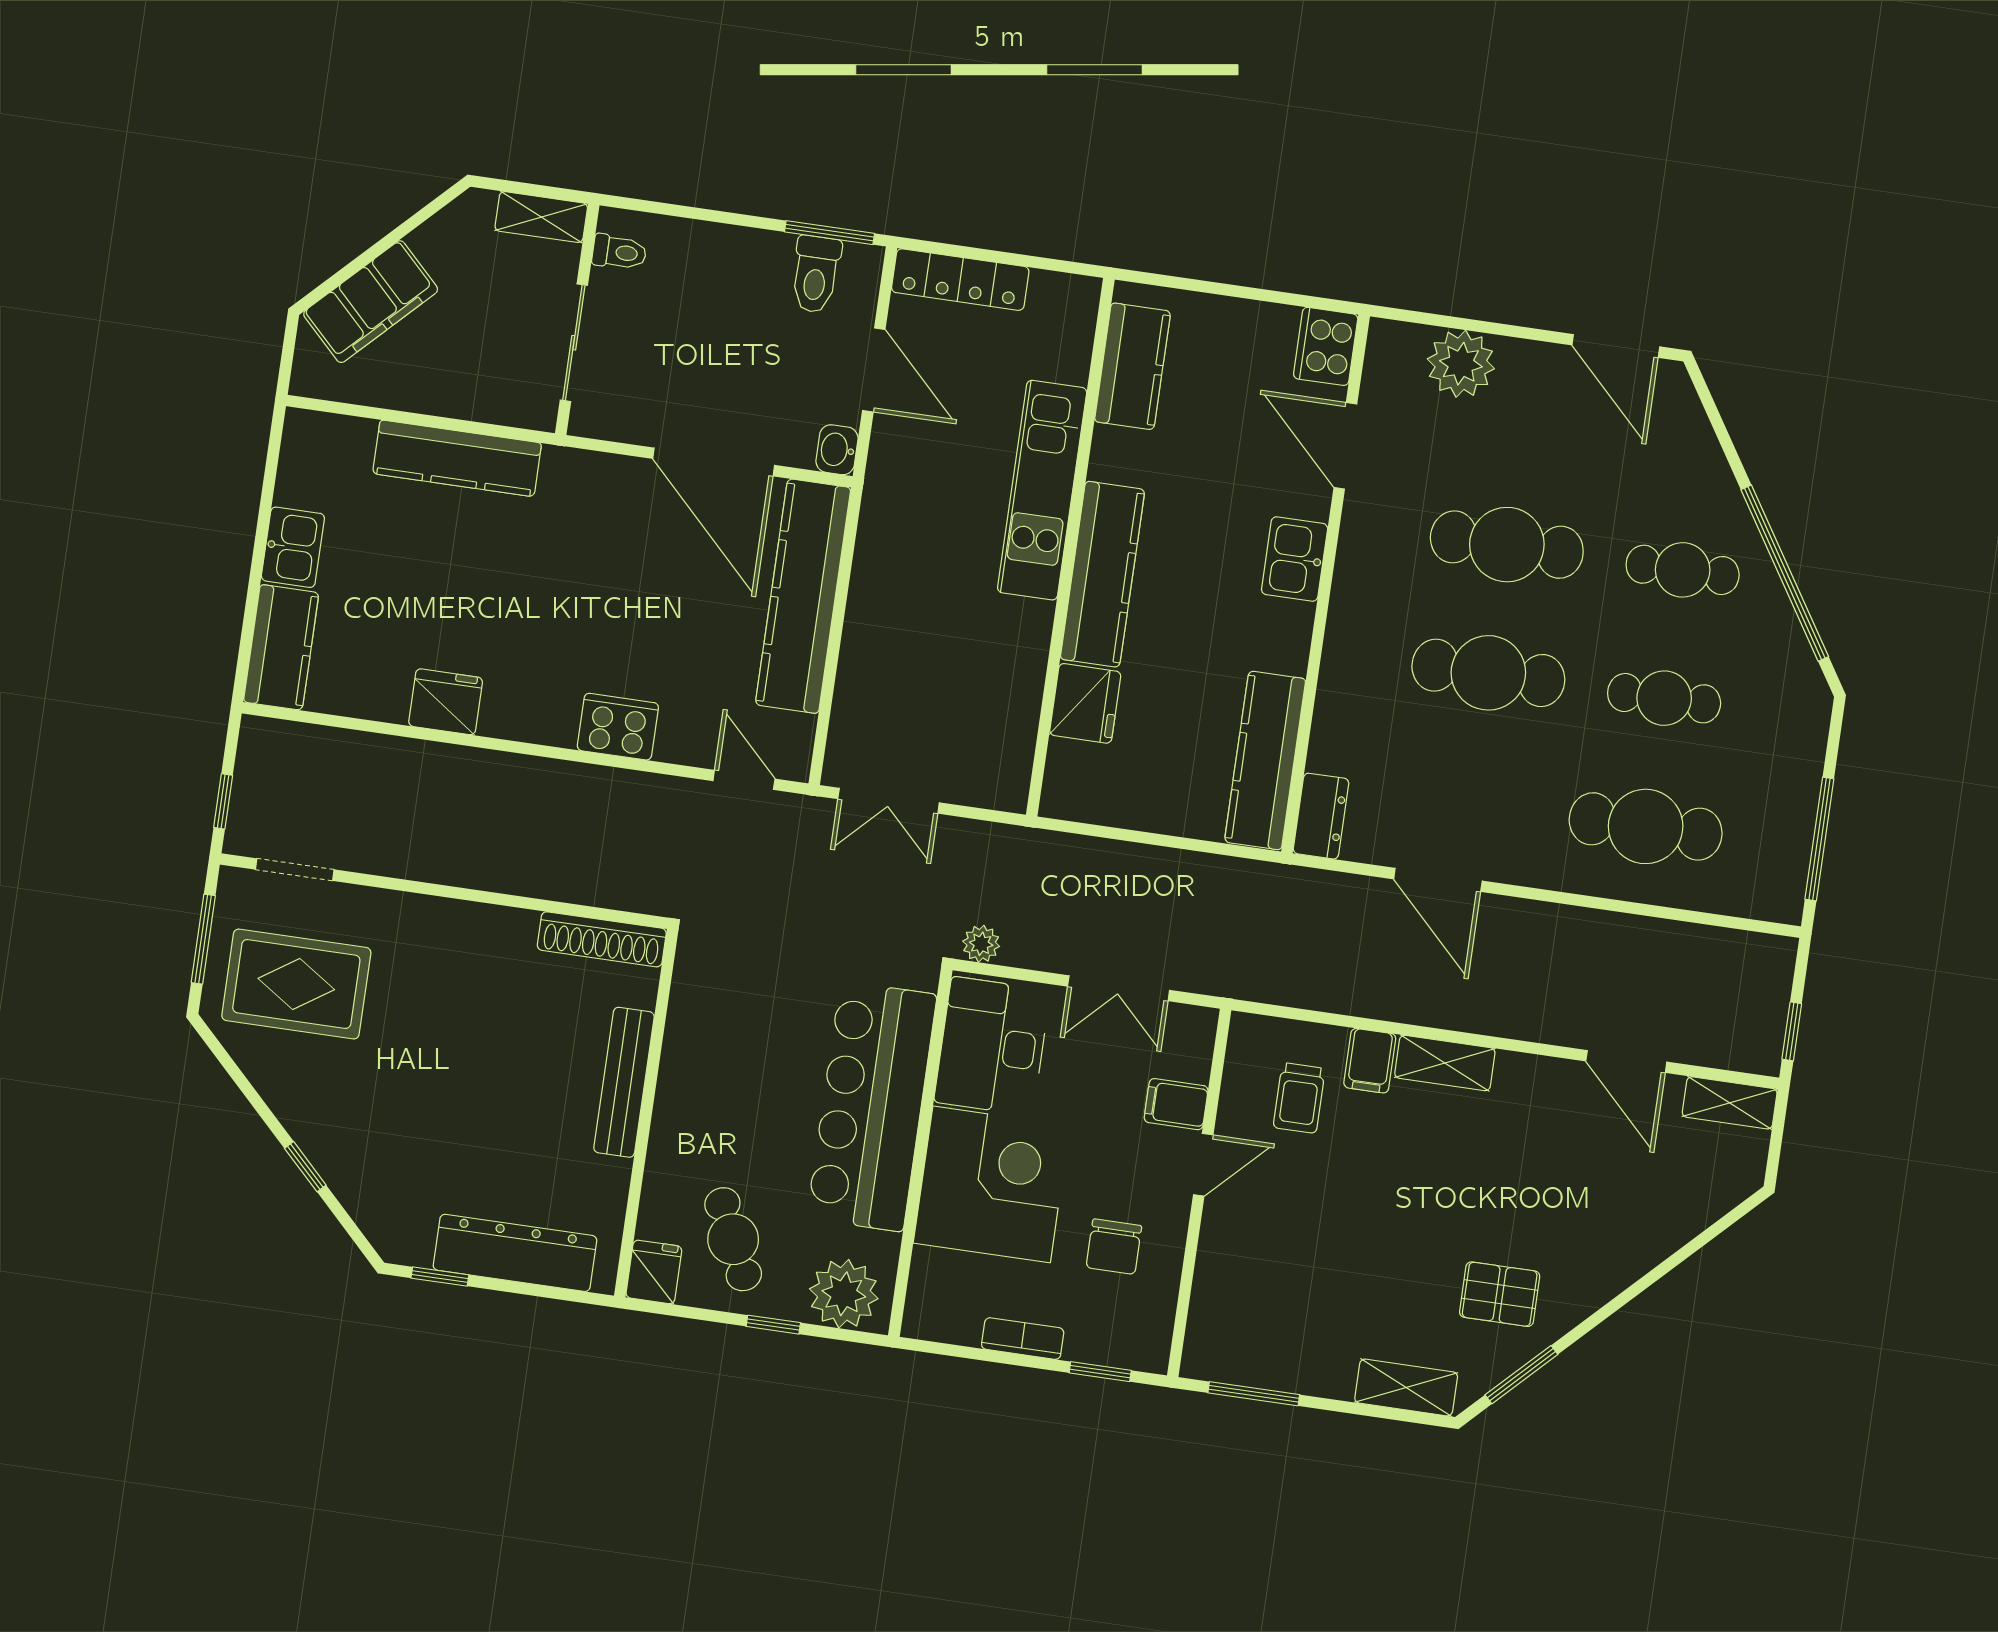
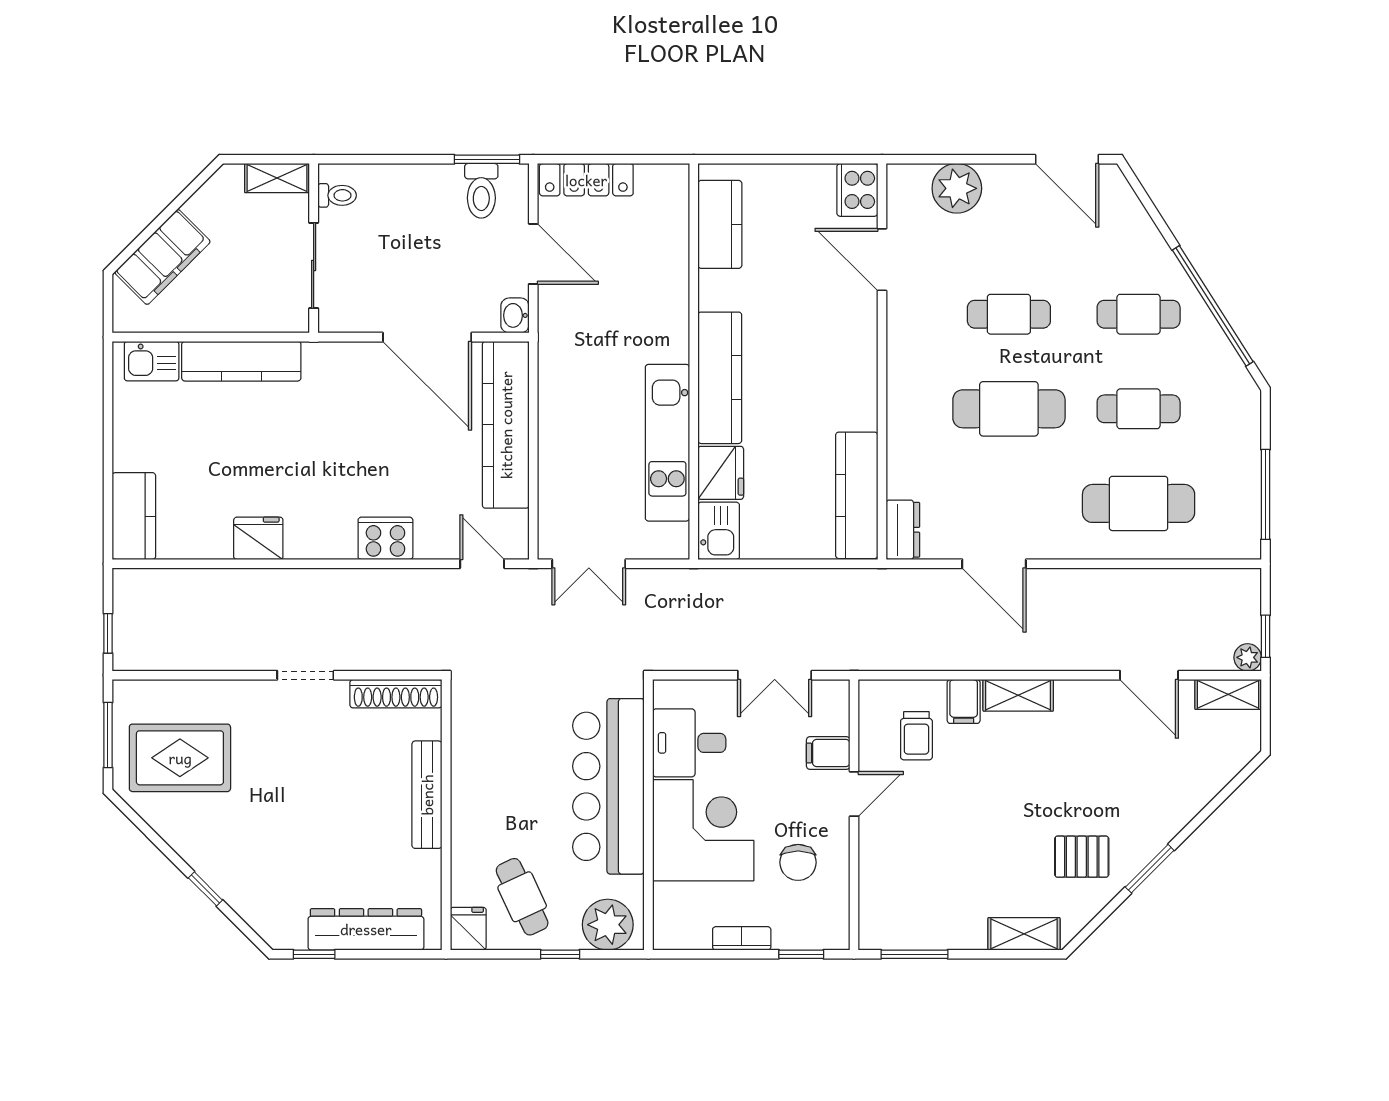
kitchen unit: (1042, 490) -> (667, 443), moved
cafe table: (1507, 545) -> (1009, 314), width x0.73, depth x0.74
kitchen sink: (293, 547) -> (152, 361), moved, turned 90
kitchen sink: (1295, 559) -> (719, 531), moved, turned 180
doorway: (295, 870) -> (305, 675), moved
plant: (981, 944) -> (1248, 657), moved
desk: (992, 1046) -> (689, 743), width x0.73
window: (1521, 1375) -> (1150, 869), moved

